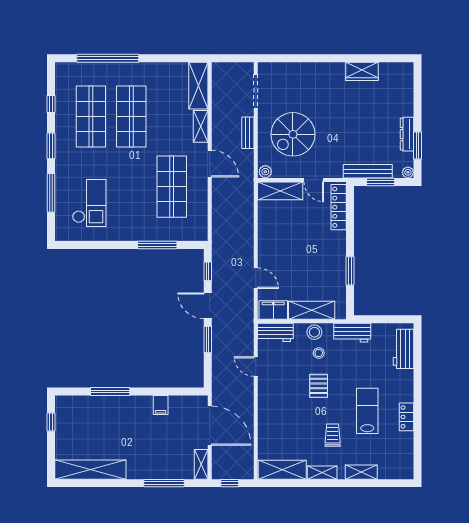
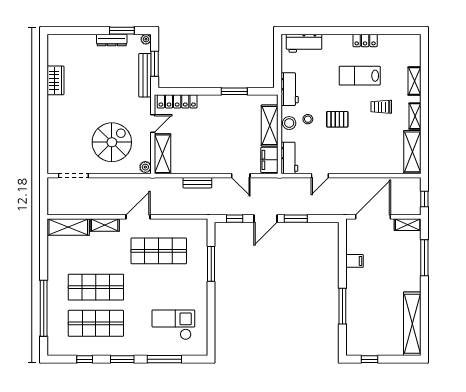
bench: (248, 133) -> (197, 183), moved
spiral stairs: (293, 134) -> (112, 142), turned -90
door: (256, 278) -> (241, 176), swing flipped

